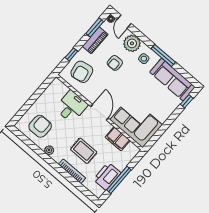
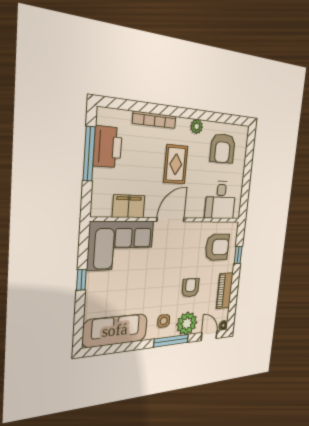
window: (95, 28) -> (233, 302), removed
window: (163, 55) -> (171, 341), moved
armchair: (82, 72) -> (217, 247), turned 100
window: (187, 101) -> (81, 280), moved
desk: (71, 107) -> (221, 200), moved
door: (99, 112) -> (171, 220), swing flipped
rug: (84, 151) -> (176, 164), moved, turned 90

